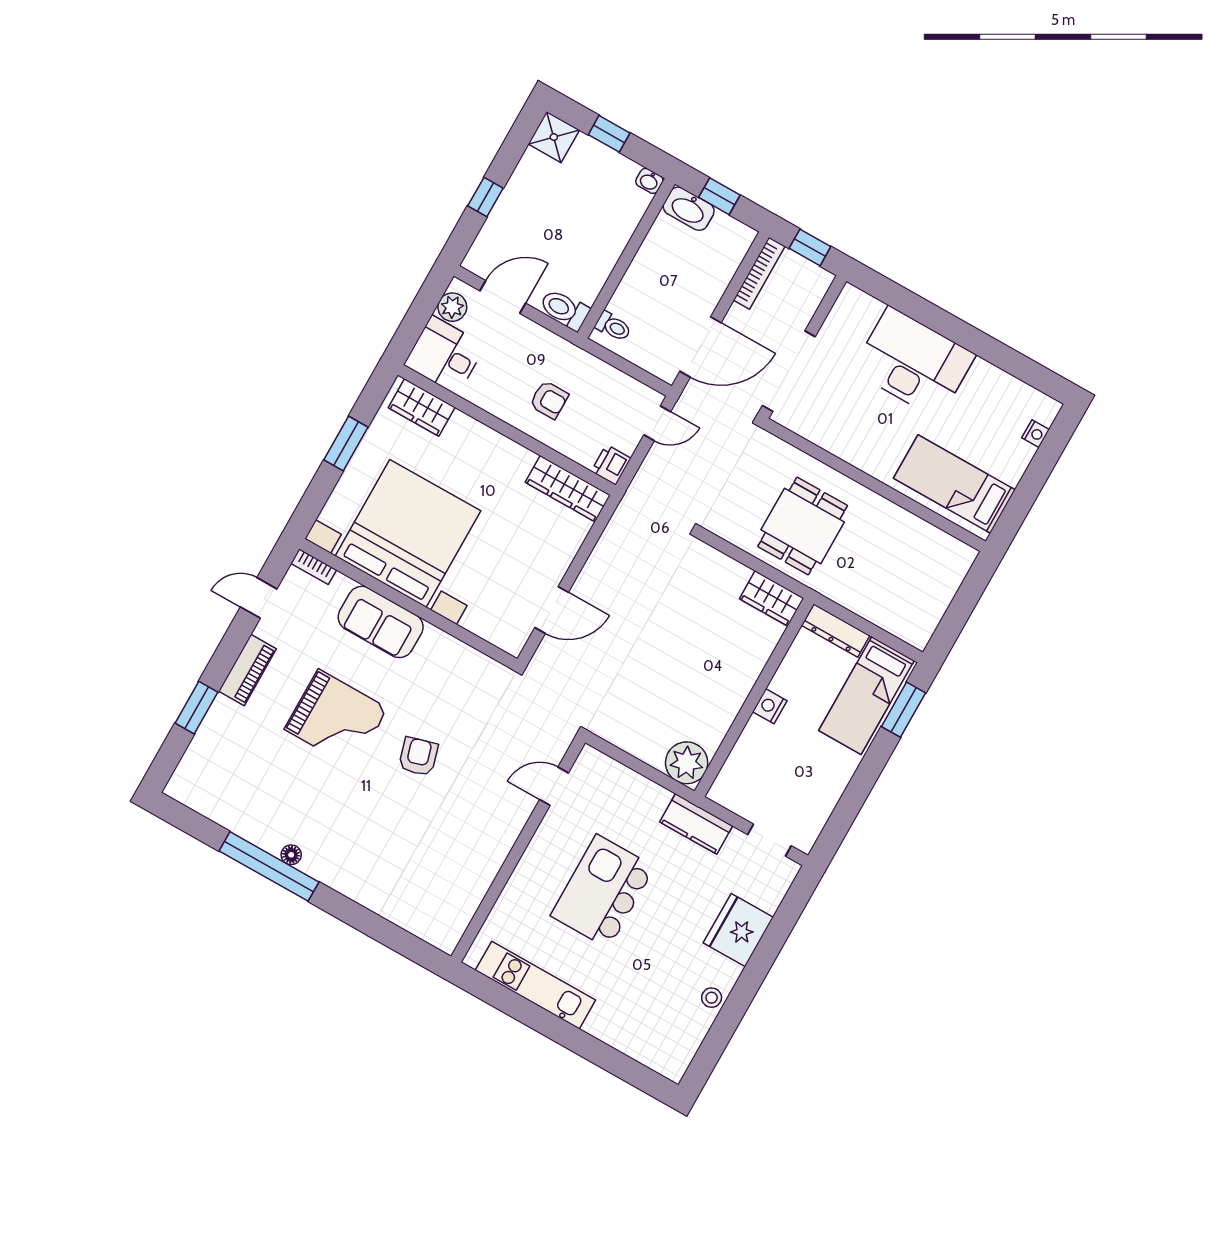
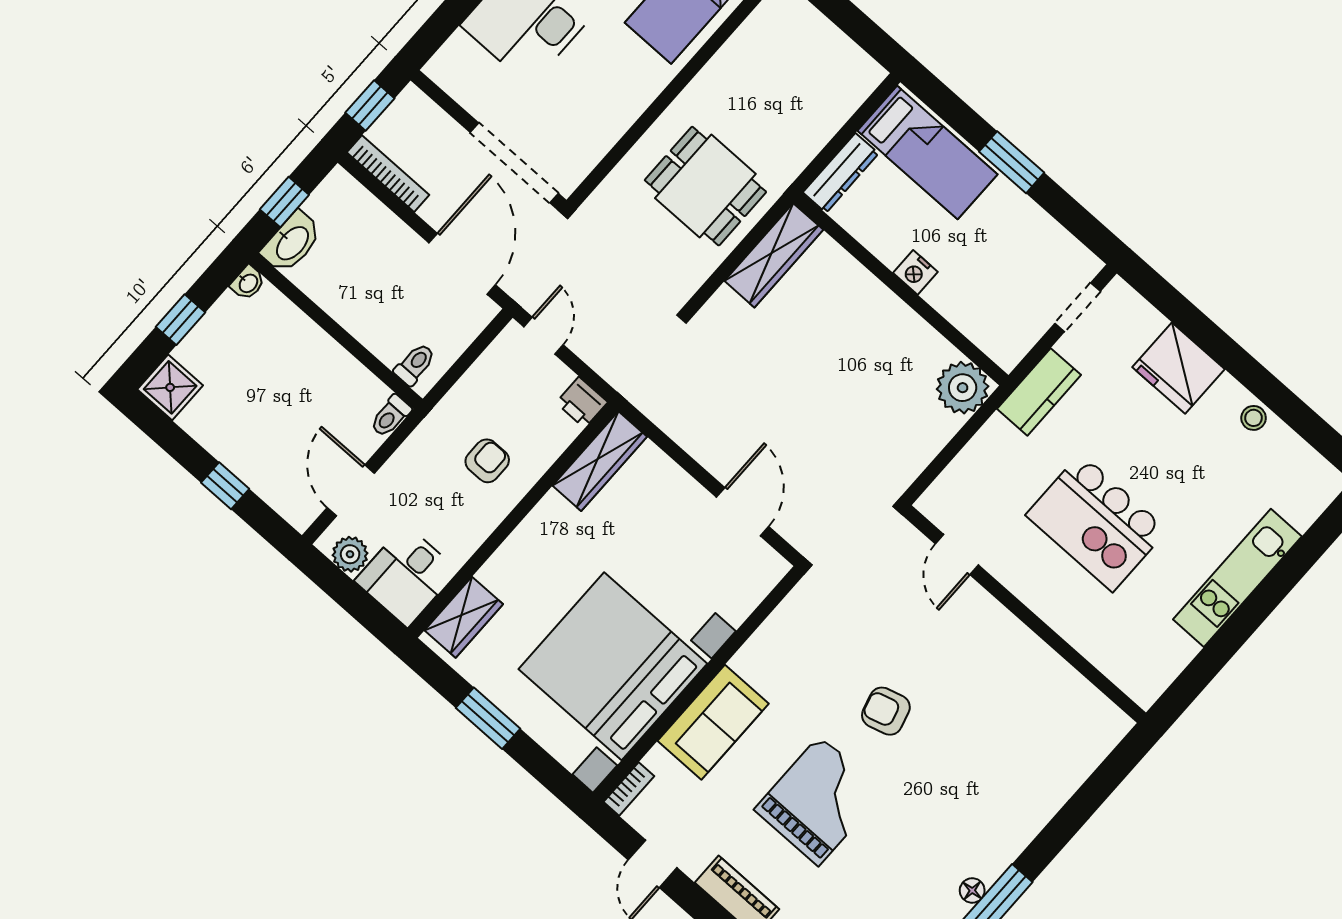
toilet: (564, 309) -> (390, 416), width x0.73, depth x0.72
wardrobe: (772, 598) -> (774, 255), width x1.50
window: (904, 710) -> (1012, 162), moved
kitchen unit: (535, 985) -> (1237, 578), moved

